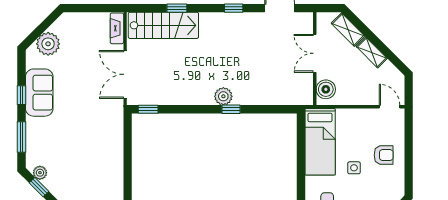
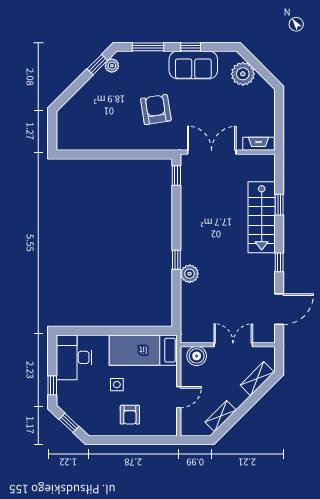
stairs: (163, 25) -> (262, 217), moved
shelving: (372, 53) -> (221, 416), moved
plant: (223, 96) -> (190, 274), moved
door: (390, 107) -> (179, 397), moved
armchair: (83, 129) -> (156, 110), added

